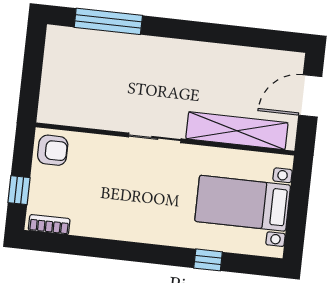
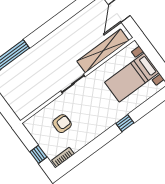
armchair: (53, 150) -> (62, 124), moved
window: (208, 260) -> (125, 123), moved

